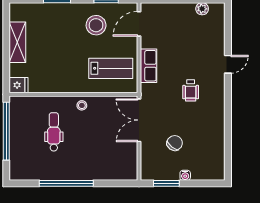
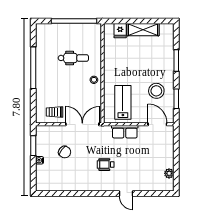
lab bench: (111, 68) -> (123, 102), turned 180
fridge: (19, 85) -> (120, 31), moved
trolley: (123, 156) -> (55, 112), added

